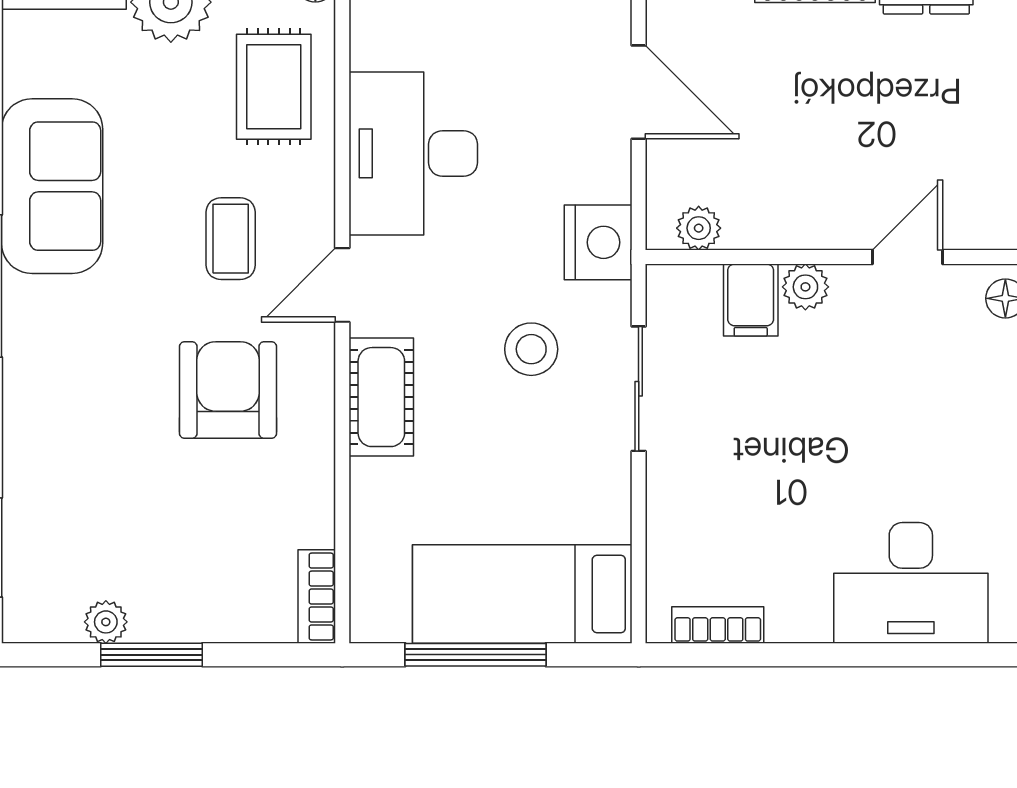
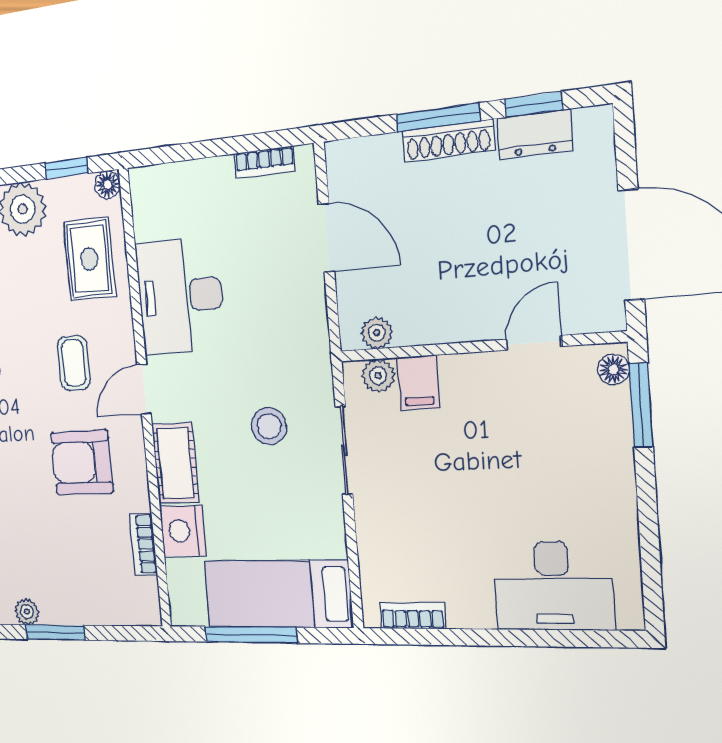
nightstand: (598, 242) -> (183, 531), moved, turned 180
plant: (805, 287) -> (378, 376), moved
armchair: (228, 390) -> (82, 462), turned -90
bookcase: (317, 597) -> (143, 544), moved

